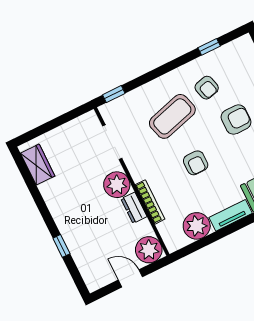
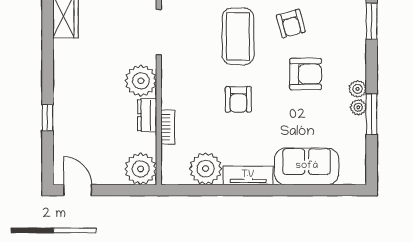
coffee table: (172, 116) -> (238, 36), turned -74
bookcase: (150, 202) -> (168, 127), width x0.64
door: (130, 278) -> (78, 190), moved

